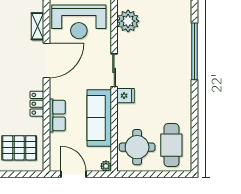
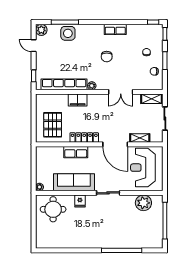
fridge: (126, 96) -> (80, 201), moved
locker: (37, 104) -> (84, 138), width x1.53
cafe table: (171, 145) -> (55, 234), removed
door: (74, 174) -> (34, 164), removed

